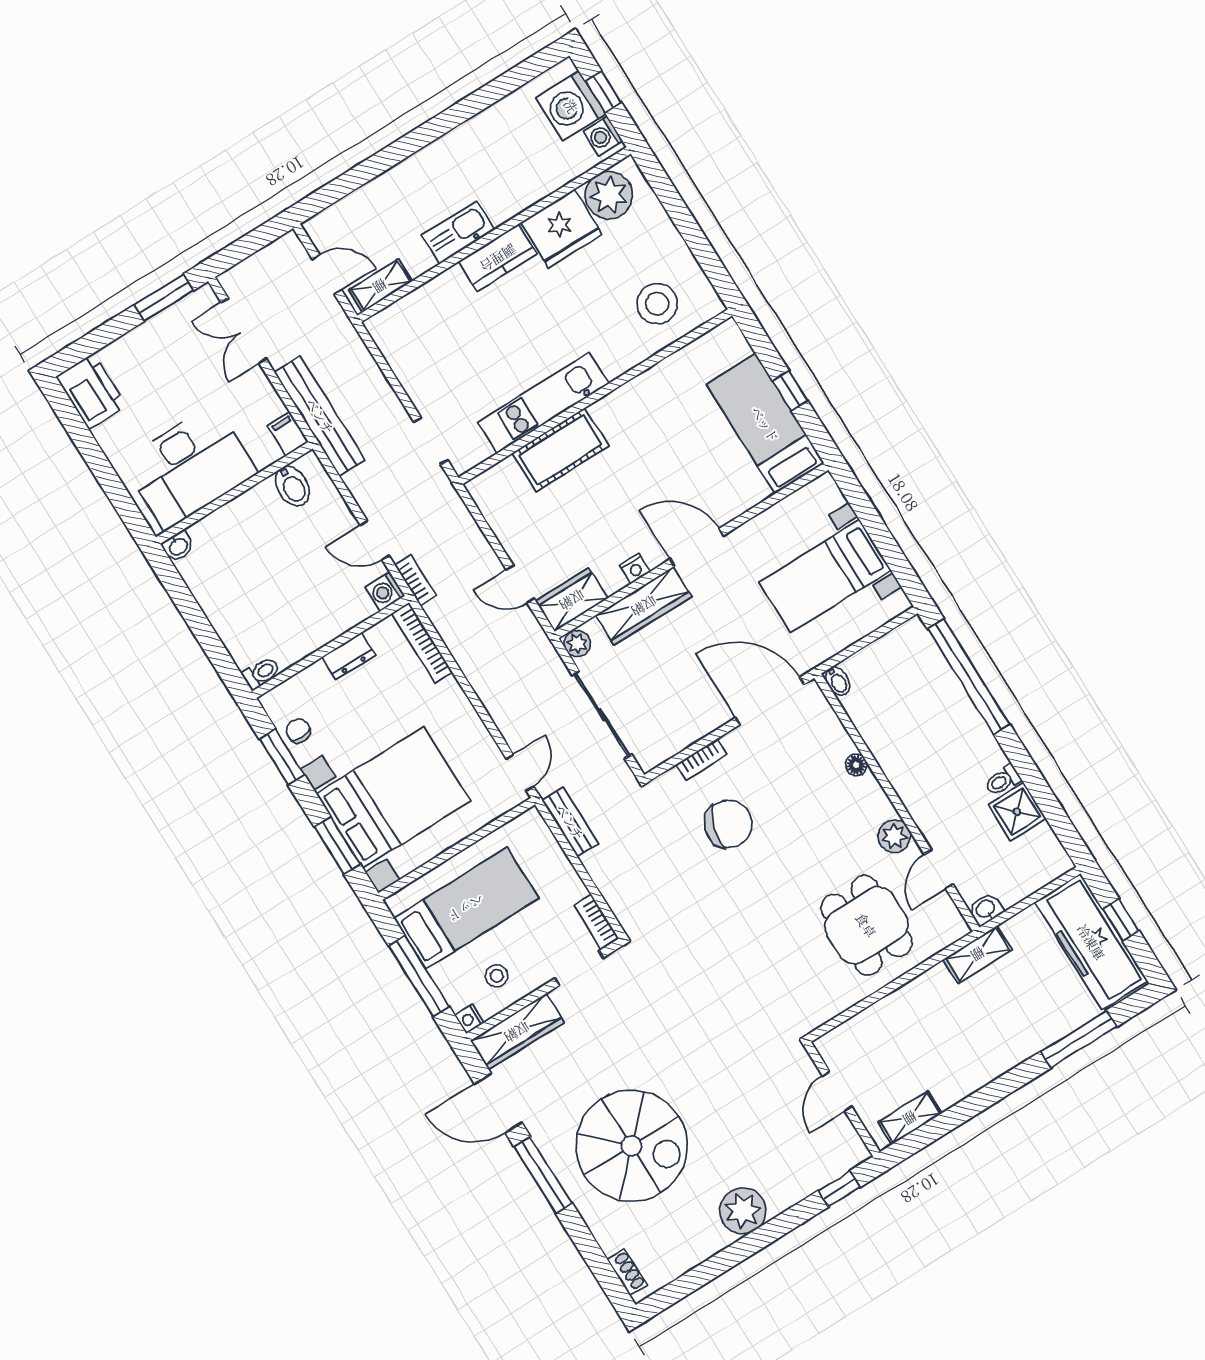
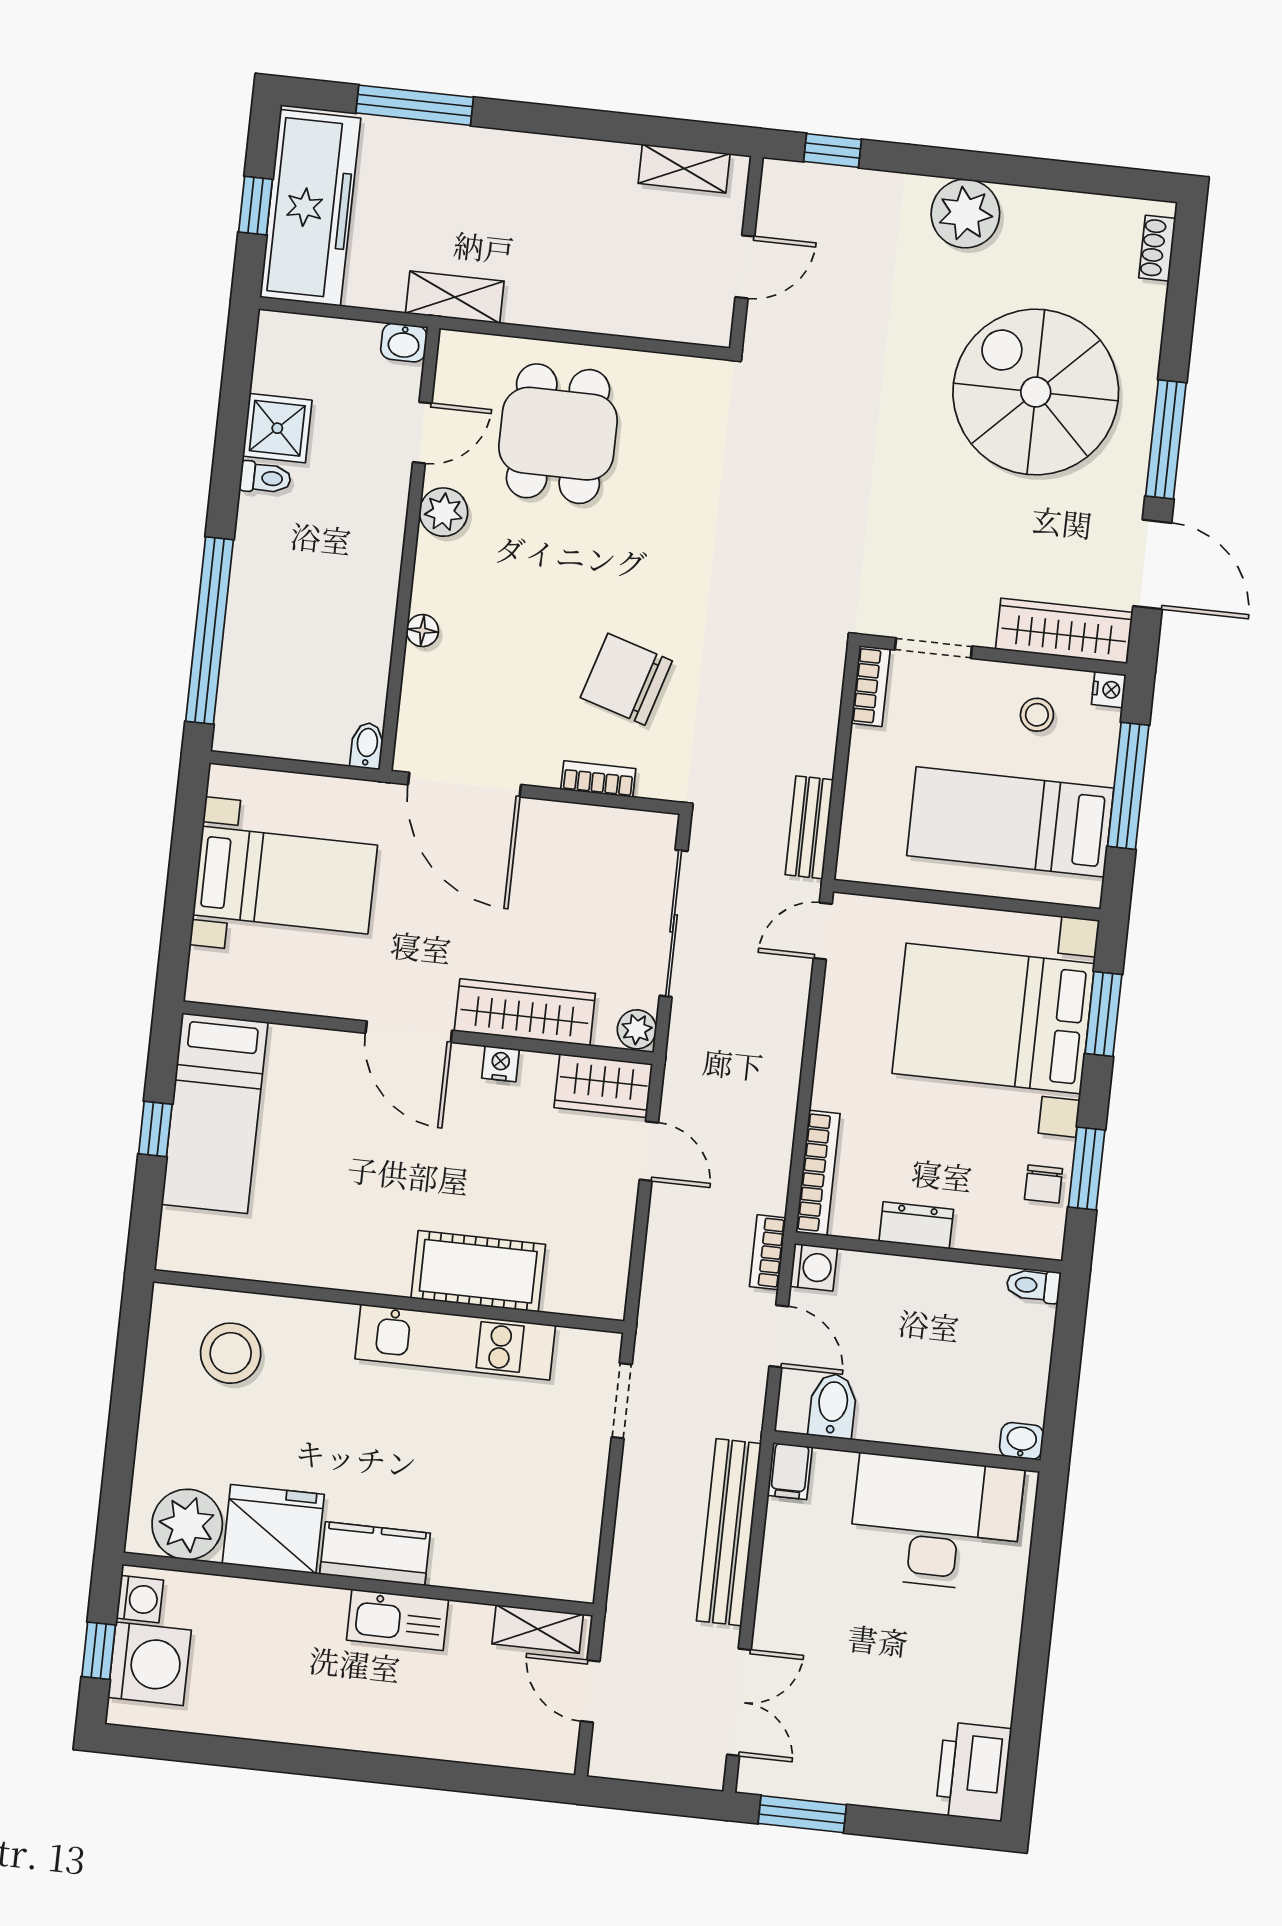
filing cabinet: (288, 434) -> (790, 1471), moved
desk: (189, 467) -> (936, 1523), moved
bidet: (292, 486) -> (833, 1406), moved
wall: (234, 493) -> (907, 1451), moved
washbasin: (178, 546) -> (1022, 1441), moved

